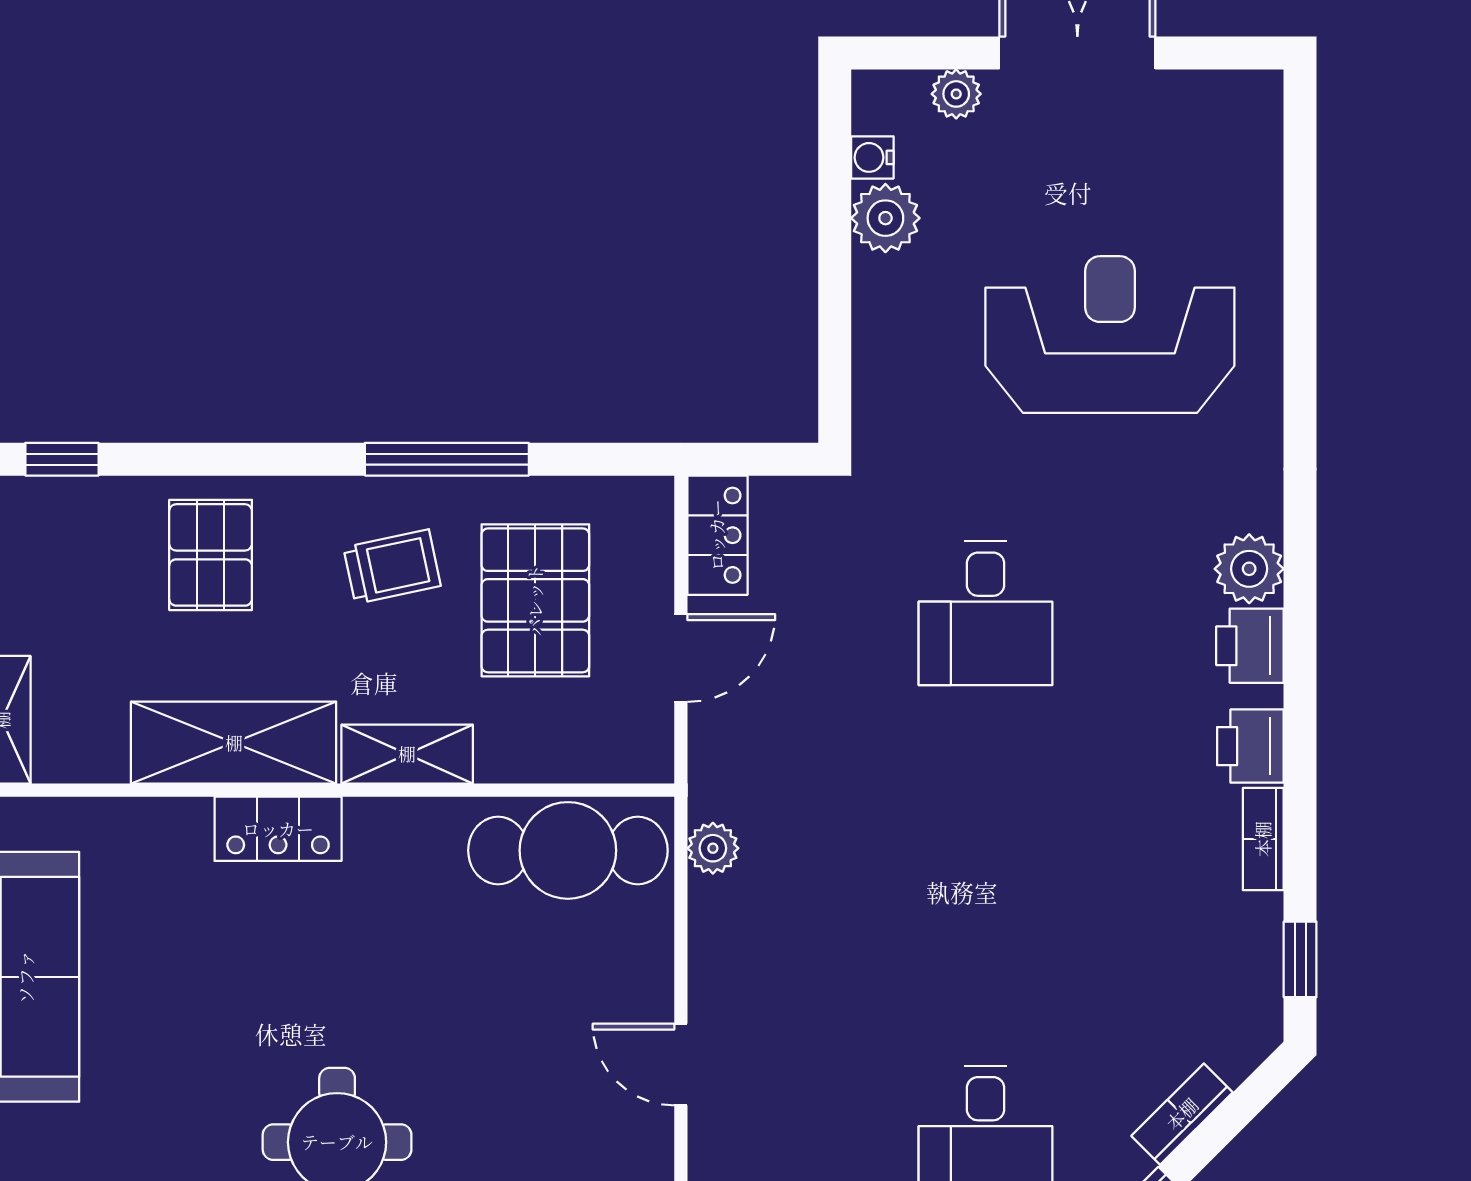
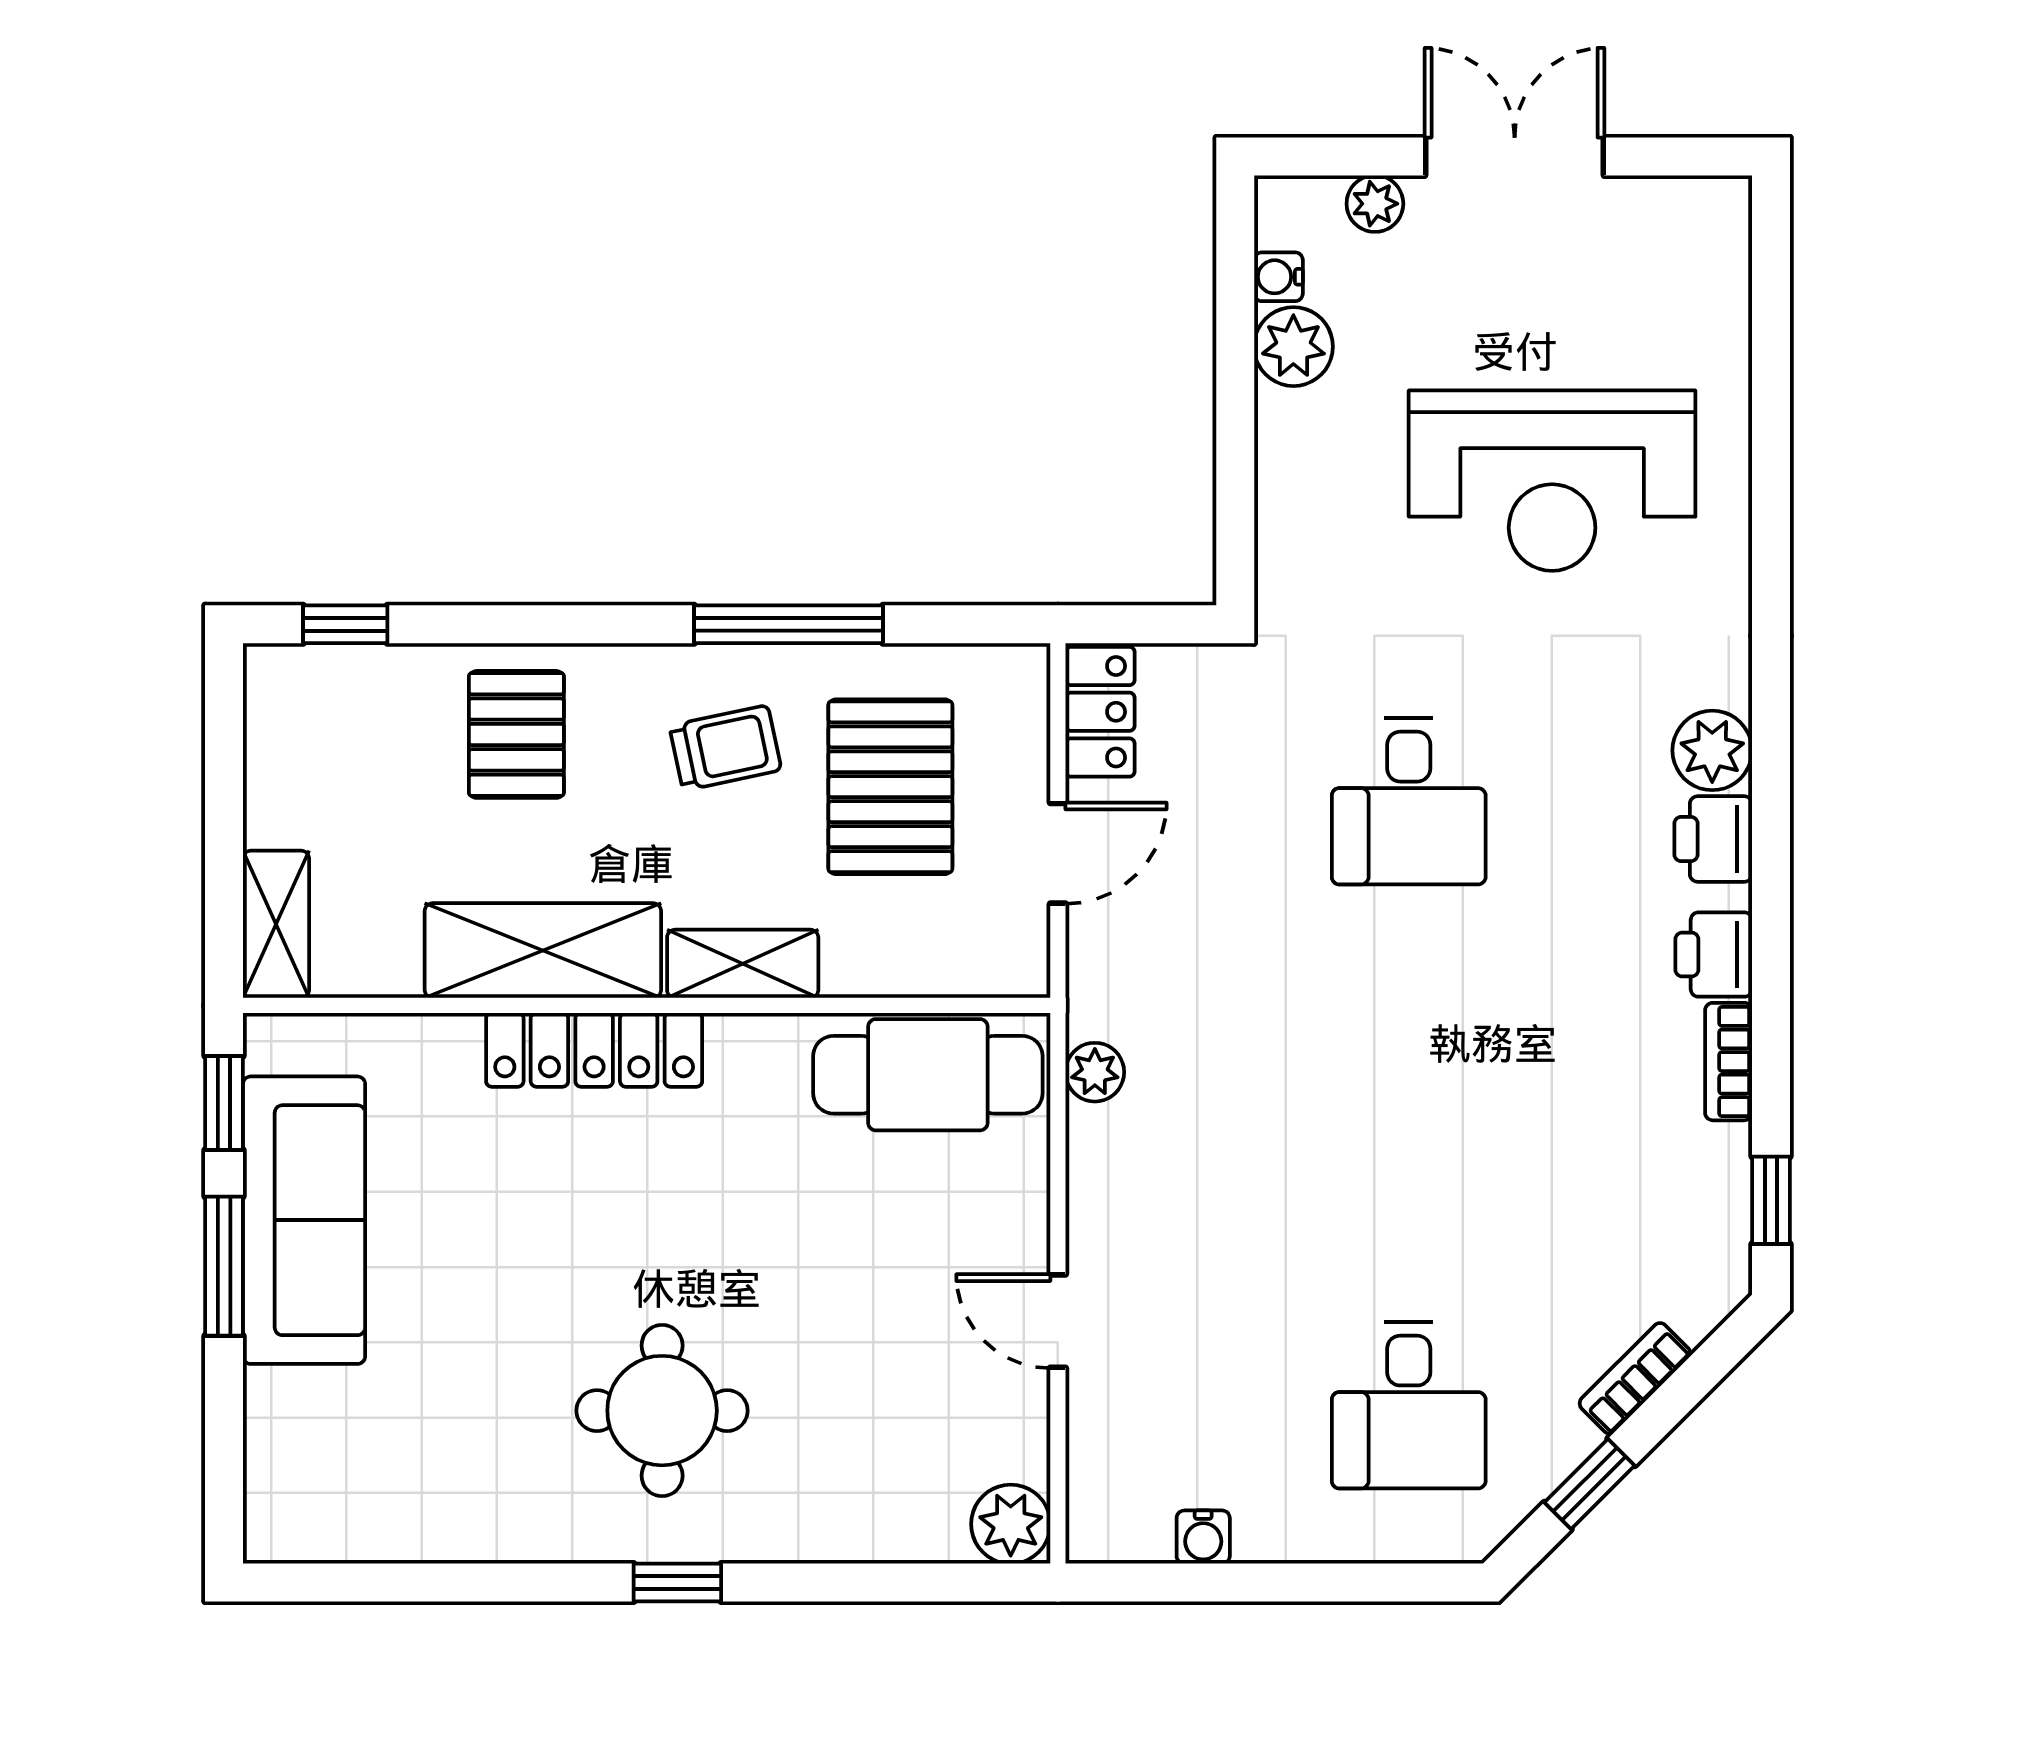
reception desk: (1110, 335) -> (1552, 481), turned 180
locker: (278, 829) -> (594, 1050), width x1.53

